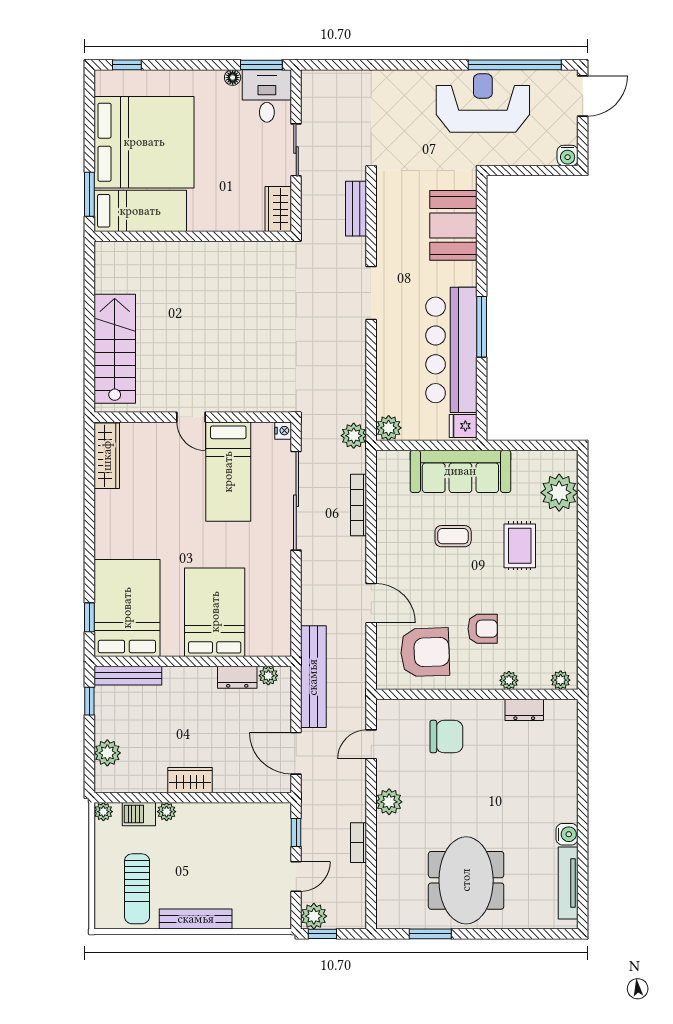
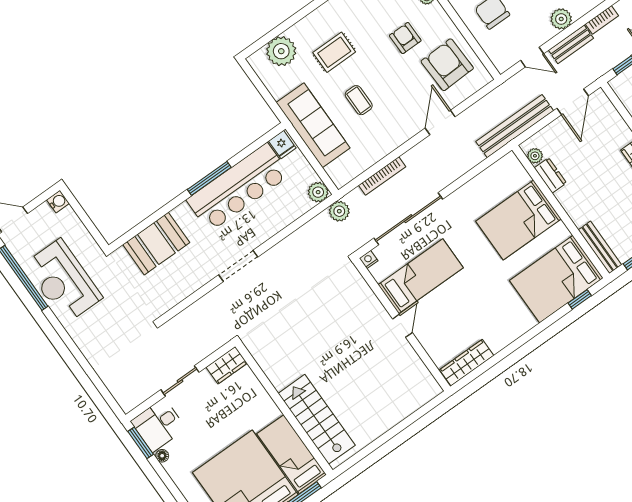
bench: (356, 209) -> (571, 44), moved
stairs: (115, 349) -> (317, 419), moved, turned 90

